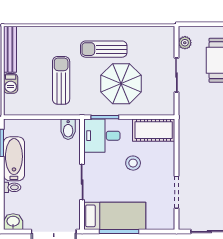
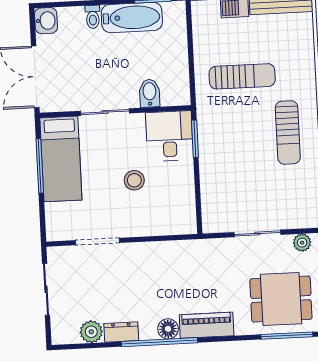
sun lounger: (104, 49) -> (288, 132), turned 180
parasol: (121, 84) -> (242, 158), removed
bidet: (68, 129) -> (150, 93), moved, turned 90
cot: (154, 130) -> (181, 206), removed

